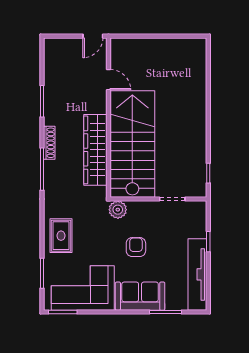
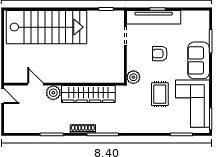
door: (109, 80) -> (35, 84), hinge flipped
plant: (97, 103) -> (53, 93), added
stairs: (132, 144) -> (46, 27), moved, turned 180
rug: (61, 236) -> (160, 94), moved, turned 90
armchair: (136, 247) -> (160, 54), moved
tv unit: (197, 274) -> (154, 17), moved

